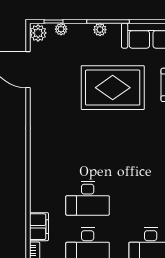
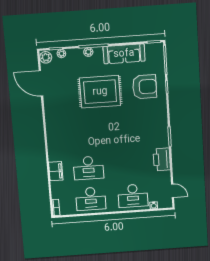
filing cabinet: (39, 227) -> (56, 171), moved

